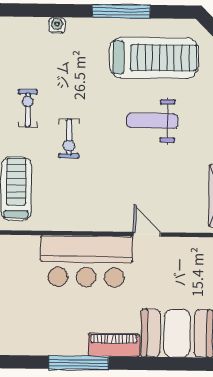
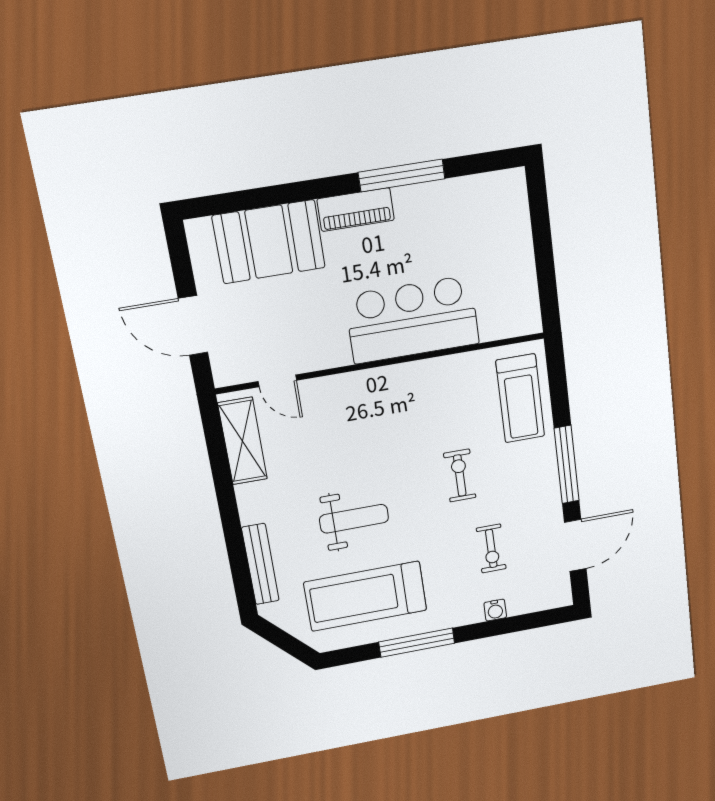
exercise bike: (28, 108) -> (491, 548), moved
door: (147, 234) -> (277, 381), moved

